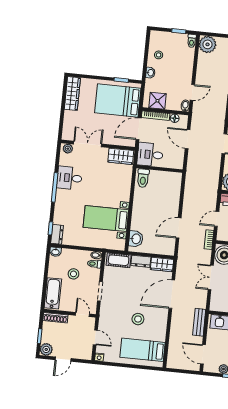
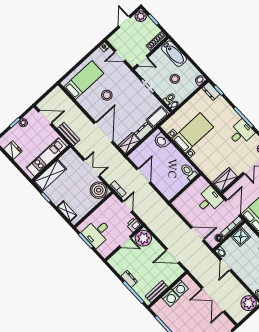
wall: (160, 169) -> (185, 188), moved
toilet: (143, 178) -> (189, 172), moved

